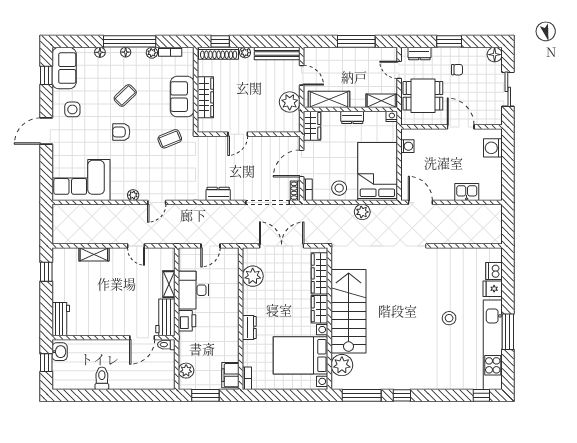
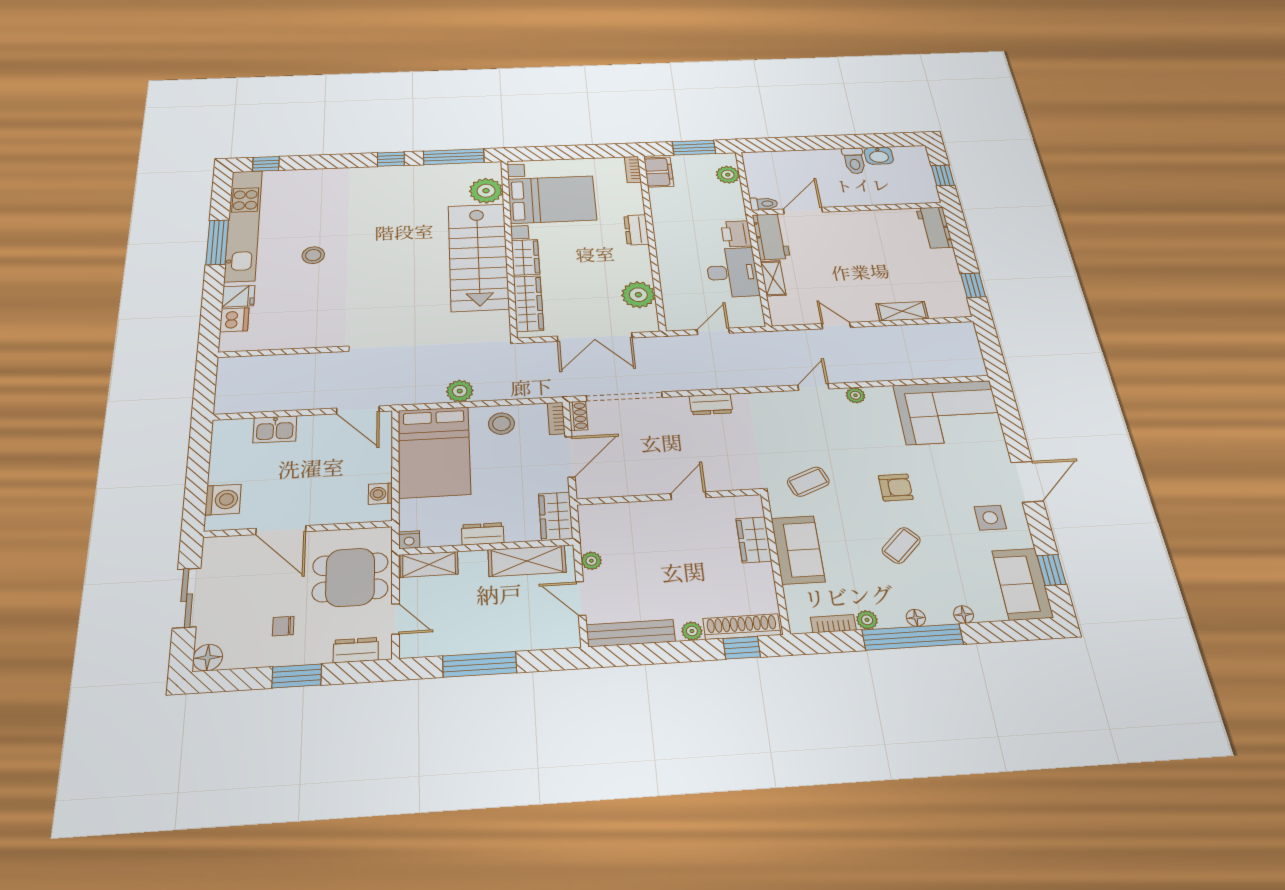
wardrobe: (205, 97) -> (754, 540), width x0.67
plant: (290, 102) -> (591, 561), width x0.53, depth x0.53
washbasin: (60, 352) -> (879, 156), moved, turned -90

